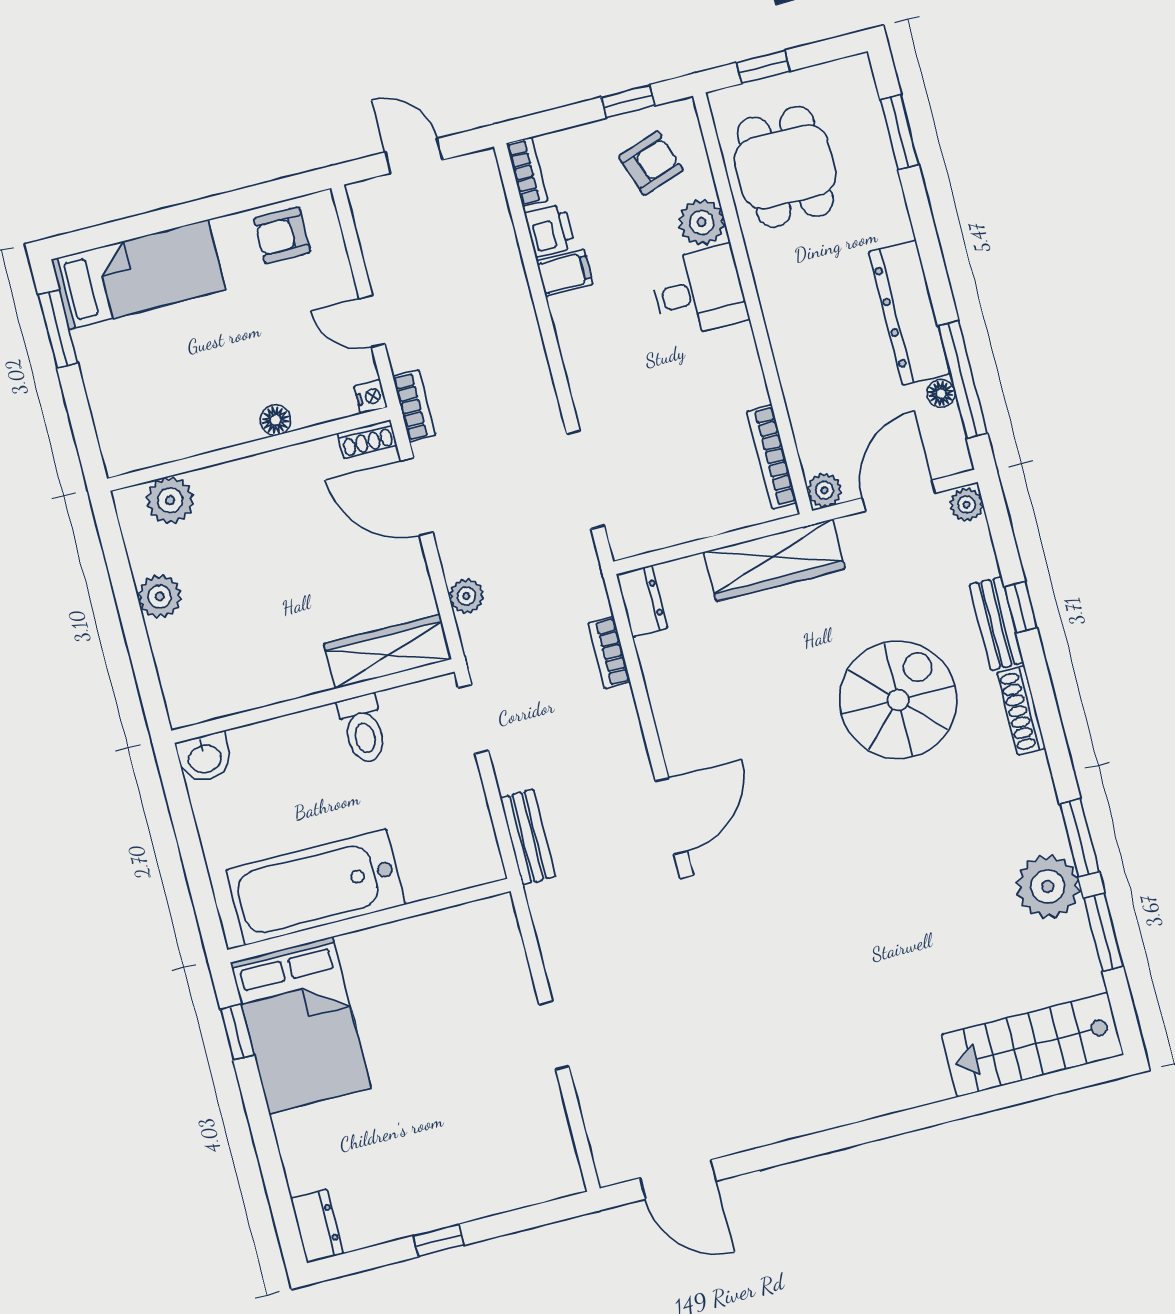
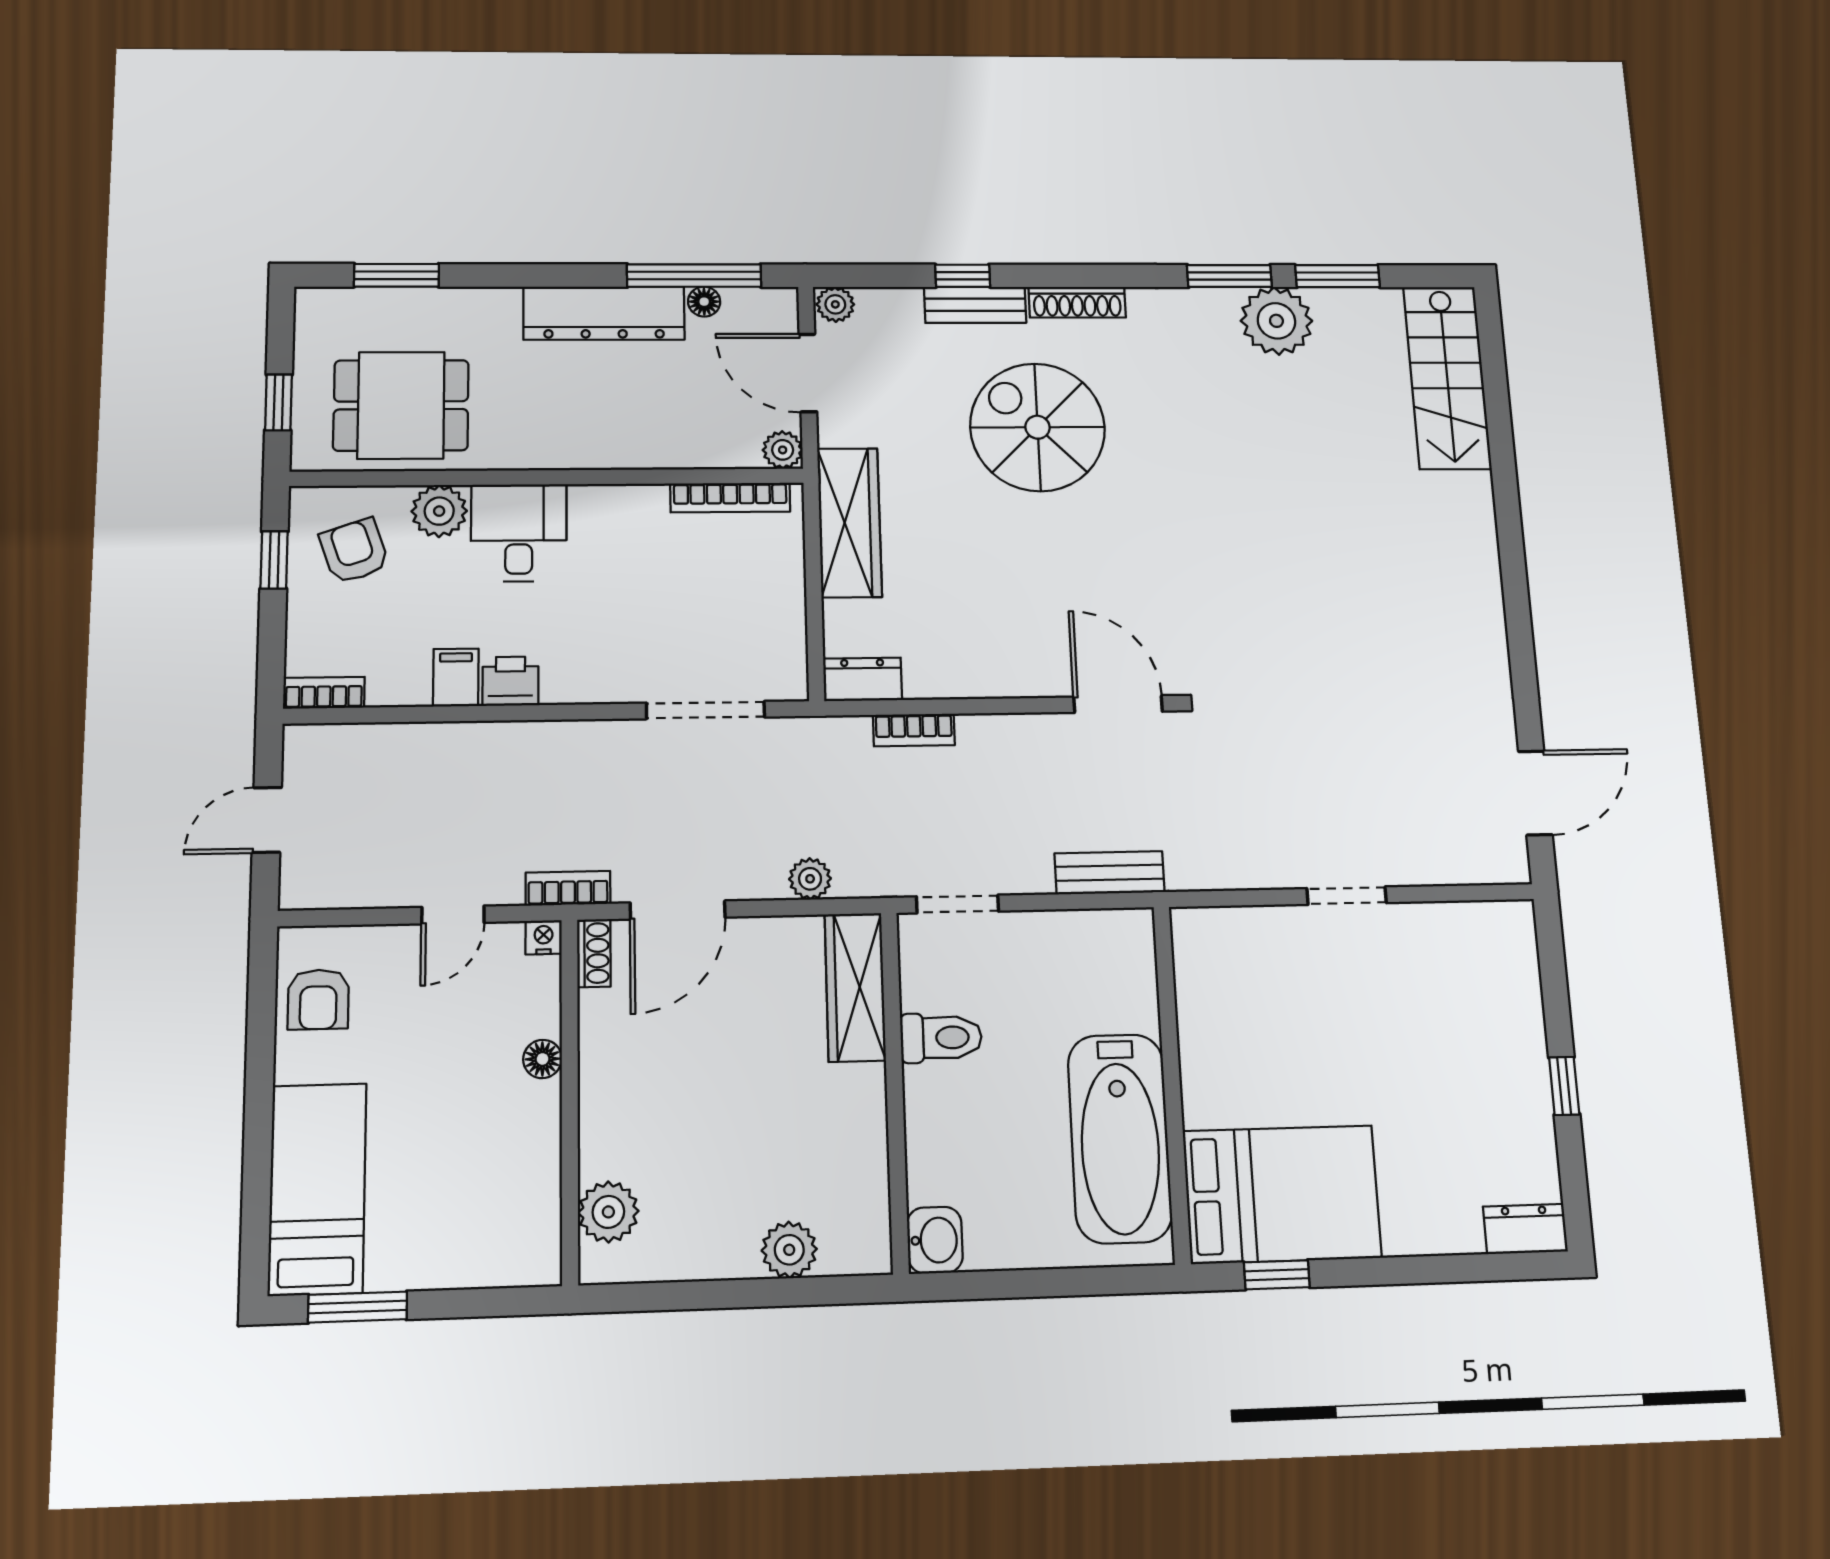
printer: (550, 230) -> (510, 681), moved
plant: (160, 596) -> (789, 1250), moved

